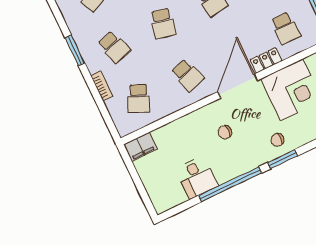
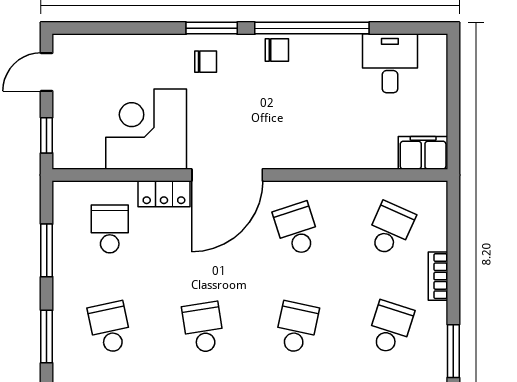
school desk: (114, 47) -> (390, 328), turned 36
chair: (225, 132) -> (277, 50), moved
desk: (197, 178) -> (390, 63), moved

